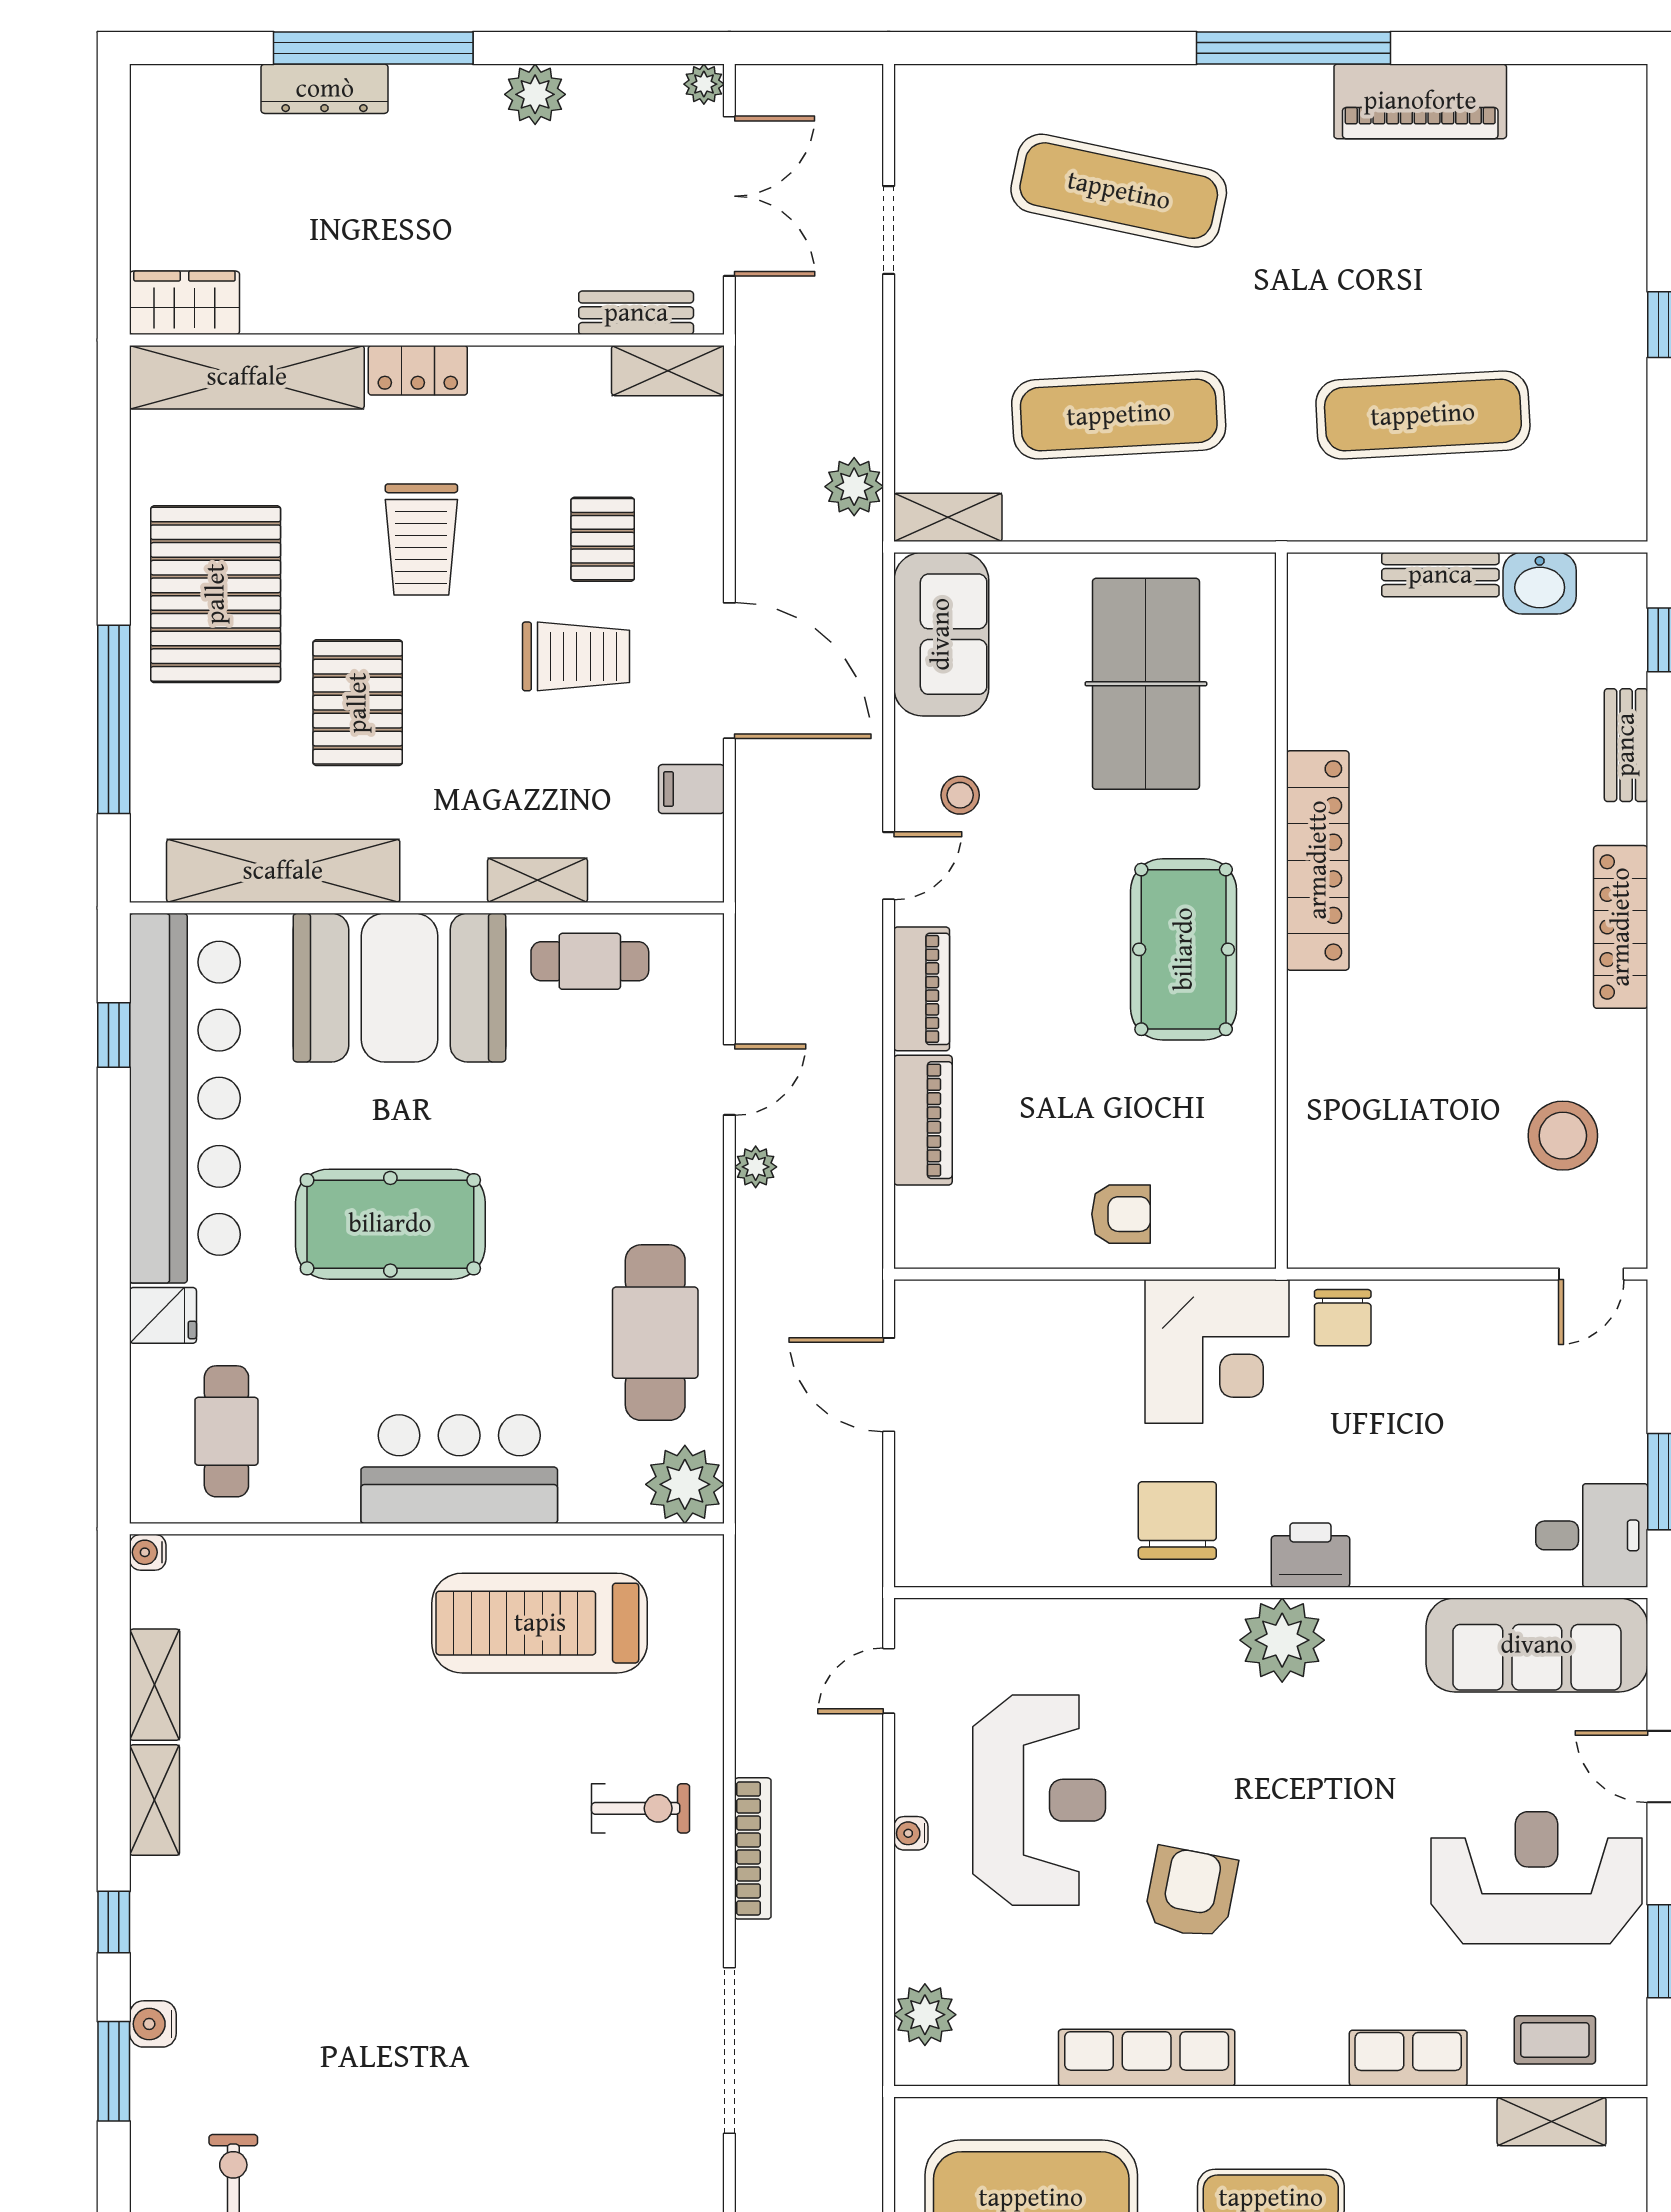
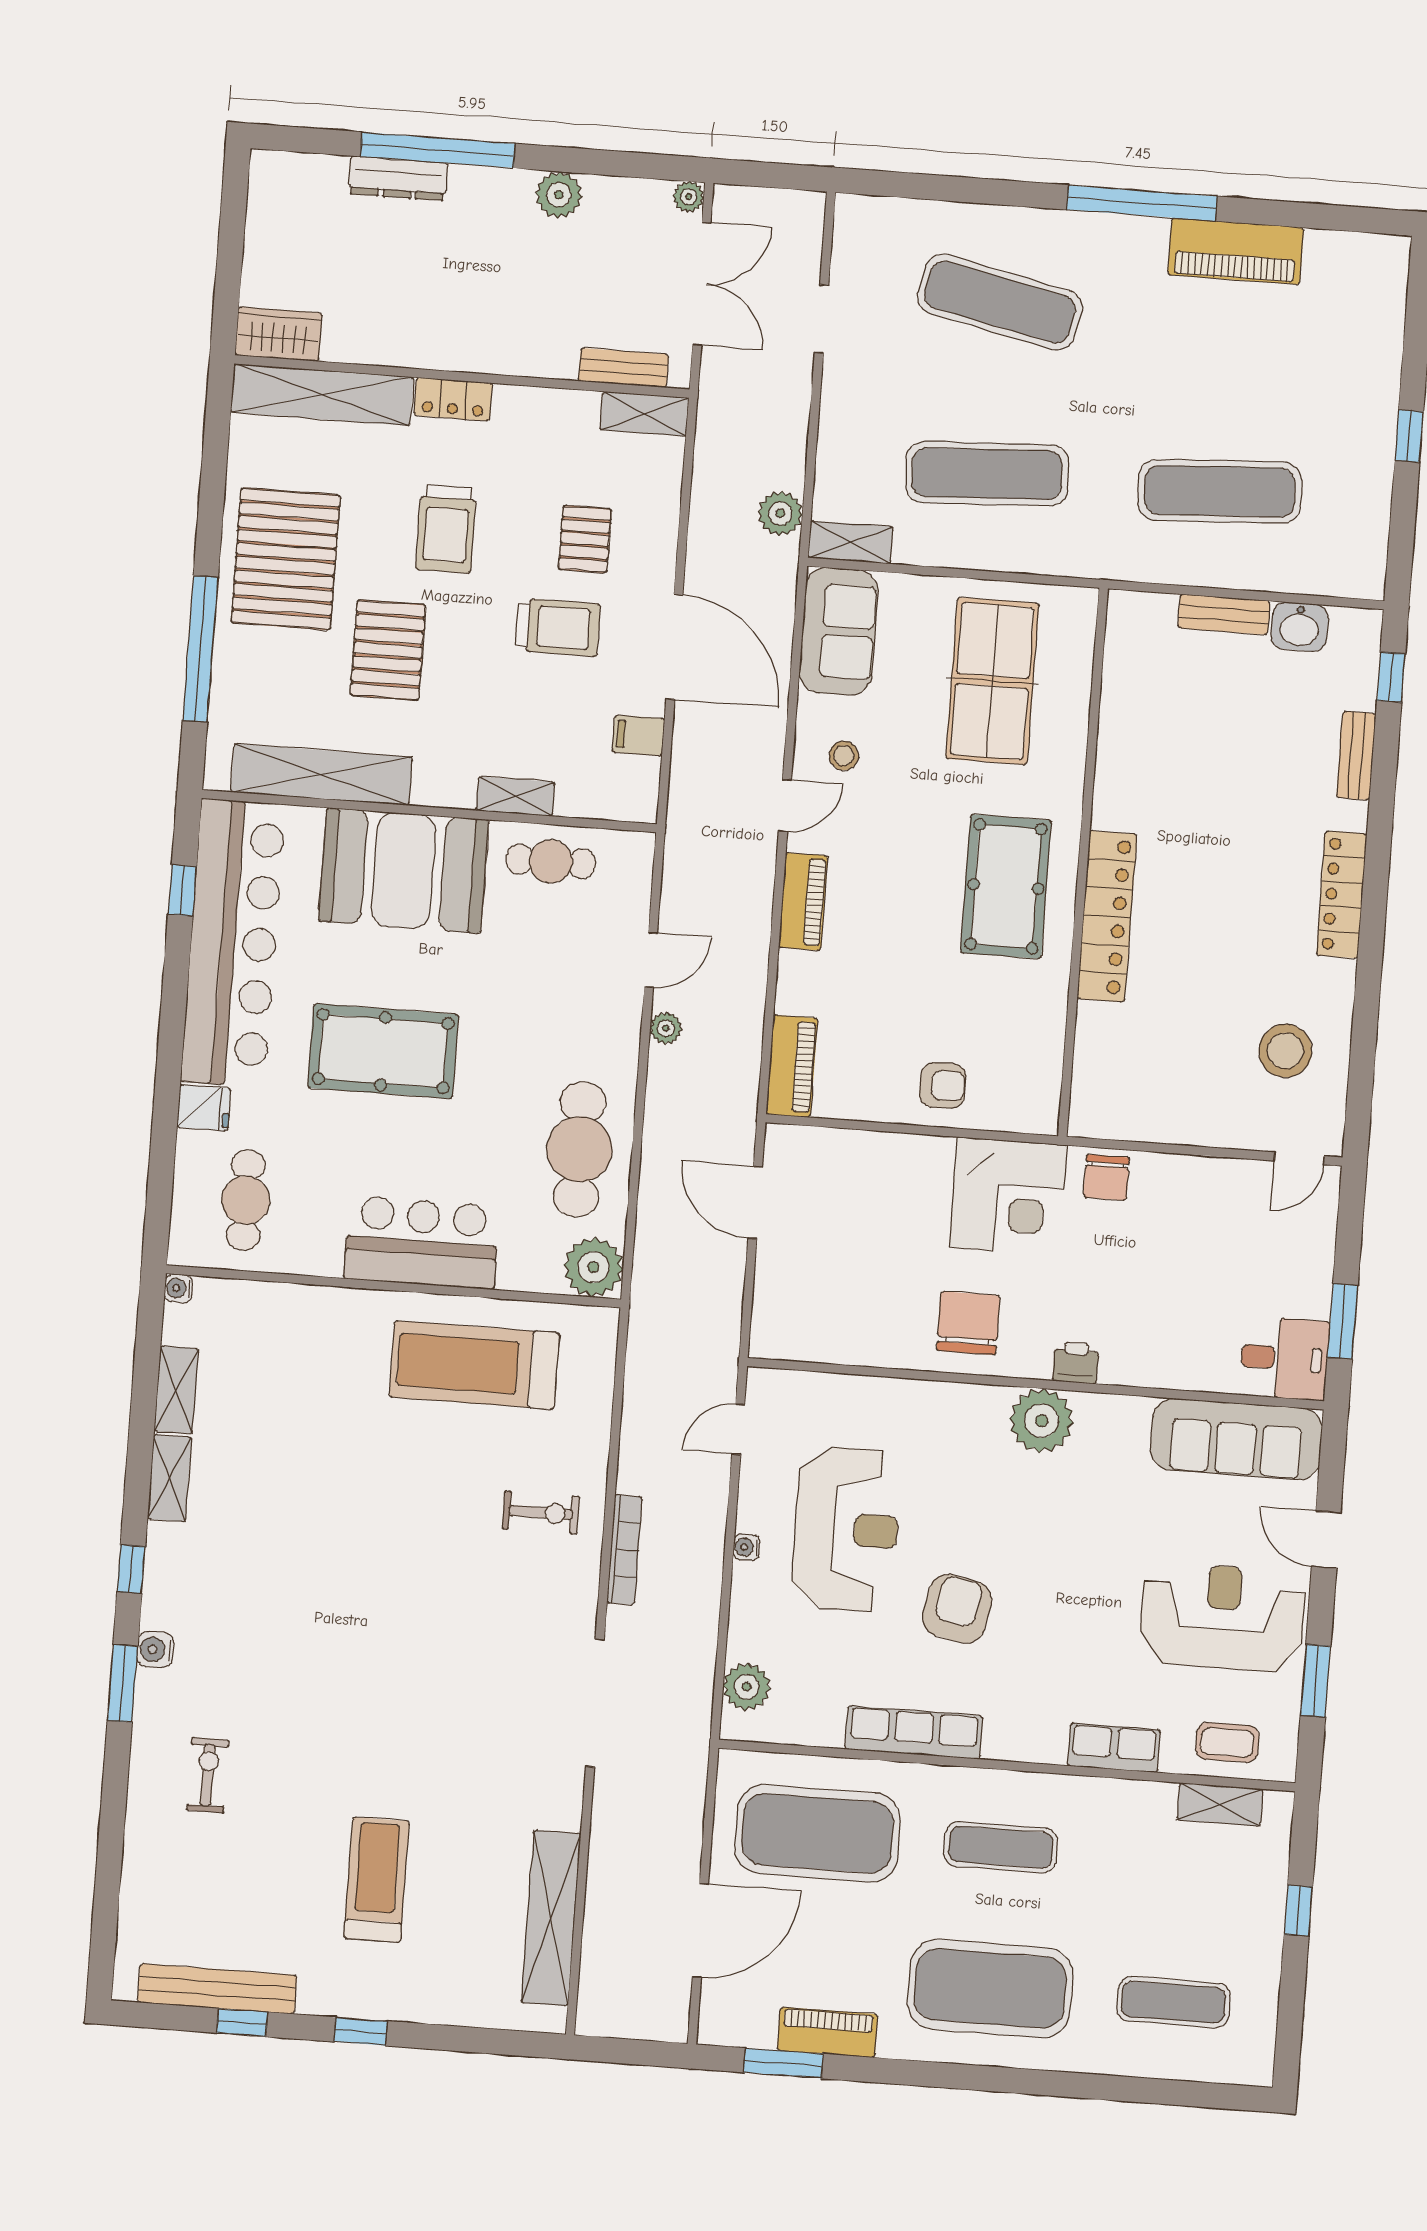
locker: (1318, 860) -> (1107, 916), moved
piano: (923, 1120) -> (792, 1066), moved
printer: (1310, 1555) -> (1076, 1363), width x0.73, depth x0.81

